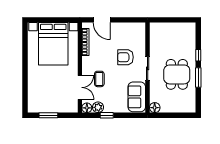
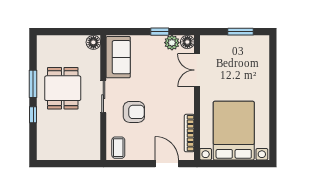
coffee table: (99, 79) -> (118, 148), moved

